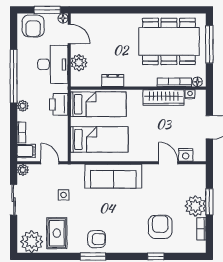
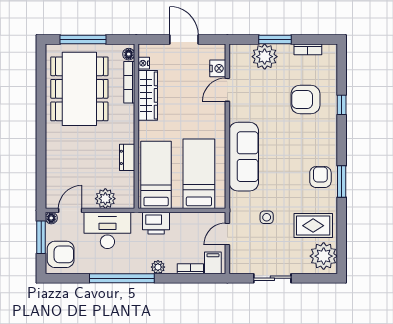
plant: (23, 170) -> (236, 267), removed
plant: (195, 206) -> (265, 57), moved

